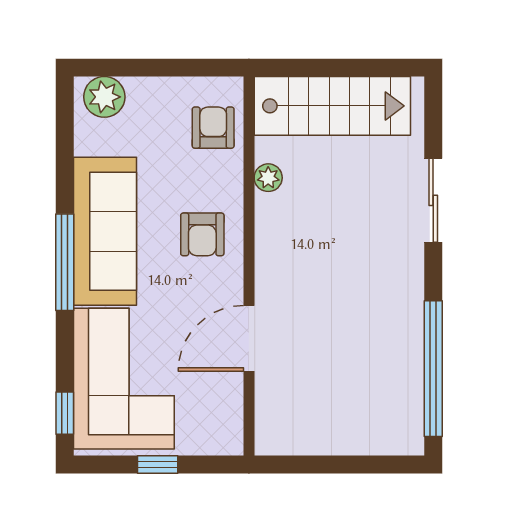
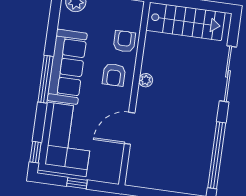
armchair: (213, 128) -> (124, 41), moved
plant: (268, 178) -> (146, 80), moved
sliding door: (433, 200) -> (228, 74), width x1.37

